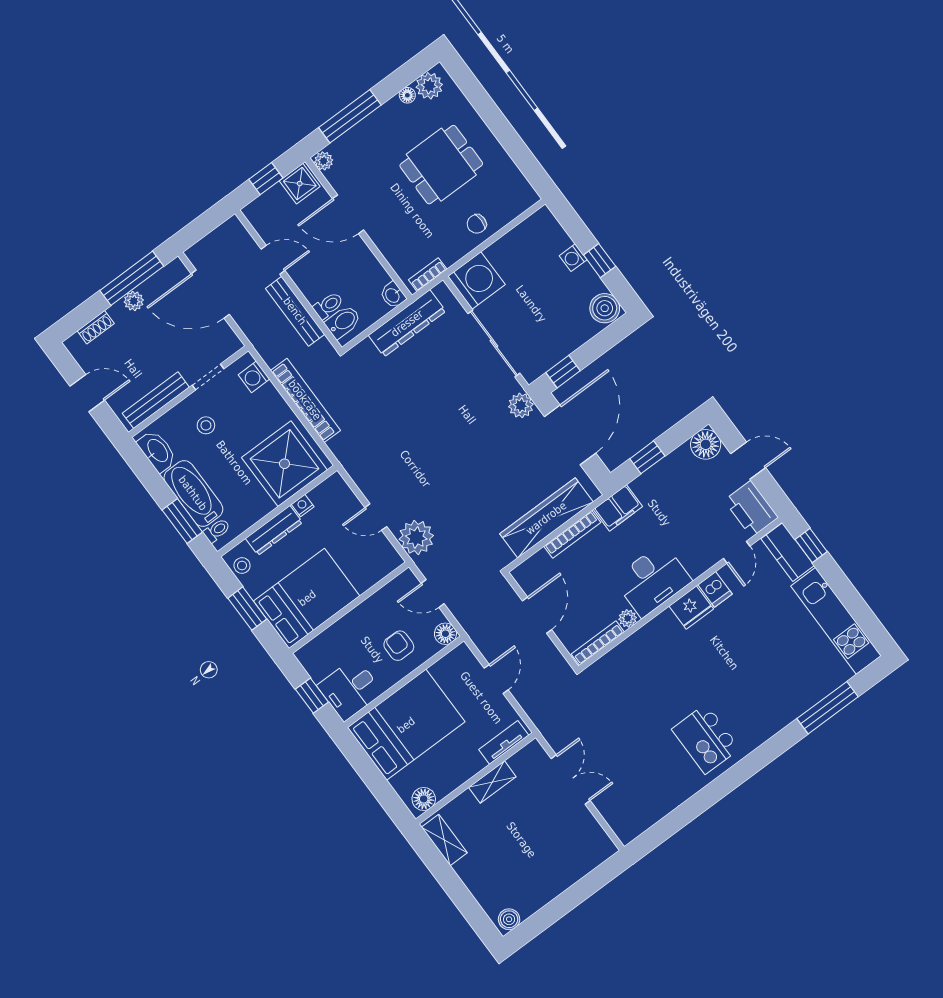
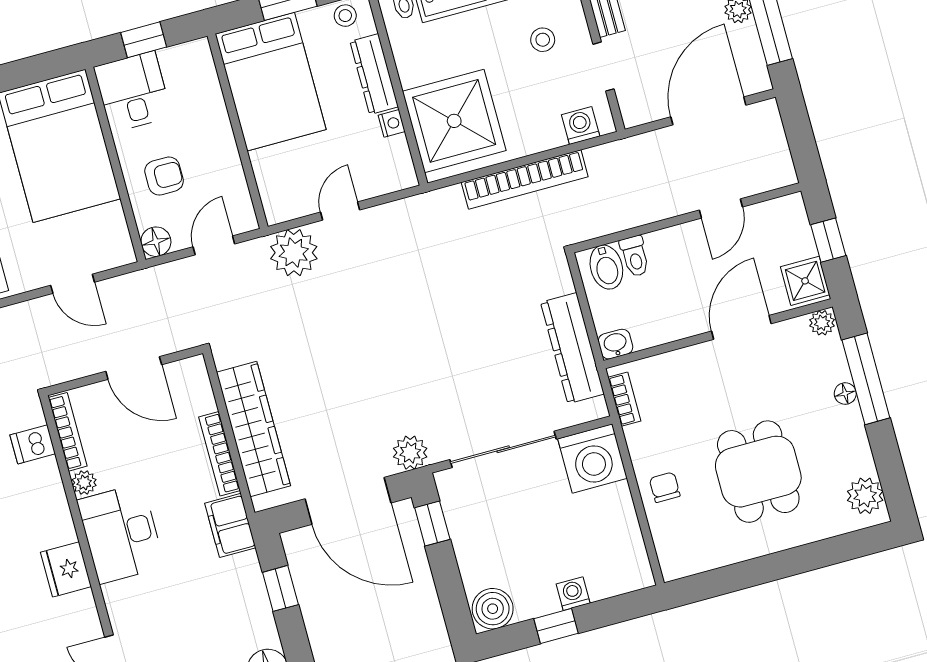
floor lamp: (407, 95) -> (845, 394), moved
bench: (295, 311) -> (644, 211), removed
dishwasher: (715, 589) -> (33, 444), moved

